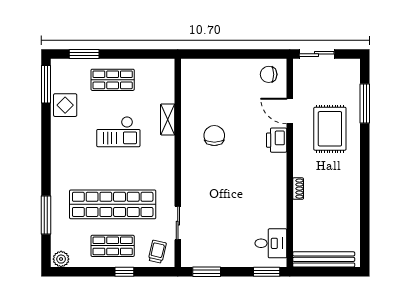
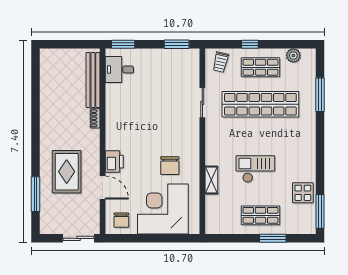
window: (84, 54) -> (273, 238), moved
chair: (269, 74) -> (121, 220), turned 90
corner desk: (222, 87) -> (163, 209), added
sliding door: (178, 223) -> (202, 103), moved
plant: (61, 259) -> (293, 56), moved
bench: (324, 259) -> (93, 80), moved, turned 90

